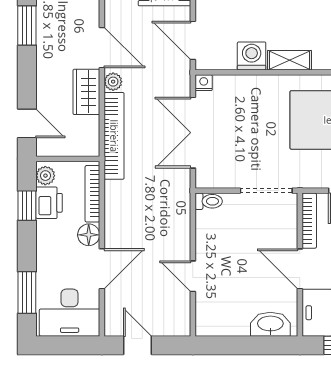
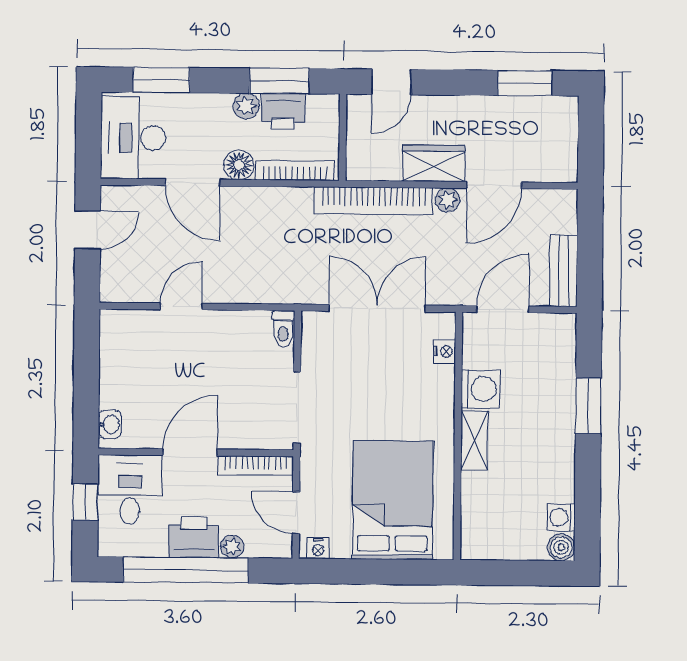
nightstand: (204, 83) -> (445, 352), moved
plant: (45, 176) -> (246, 106), moved
window: (27, 206) -> (279, 81), width x1.50
washbasin: (270, 324) -> (110, 424), width x0.52, depth x0.69

